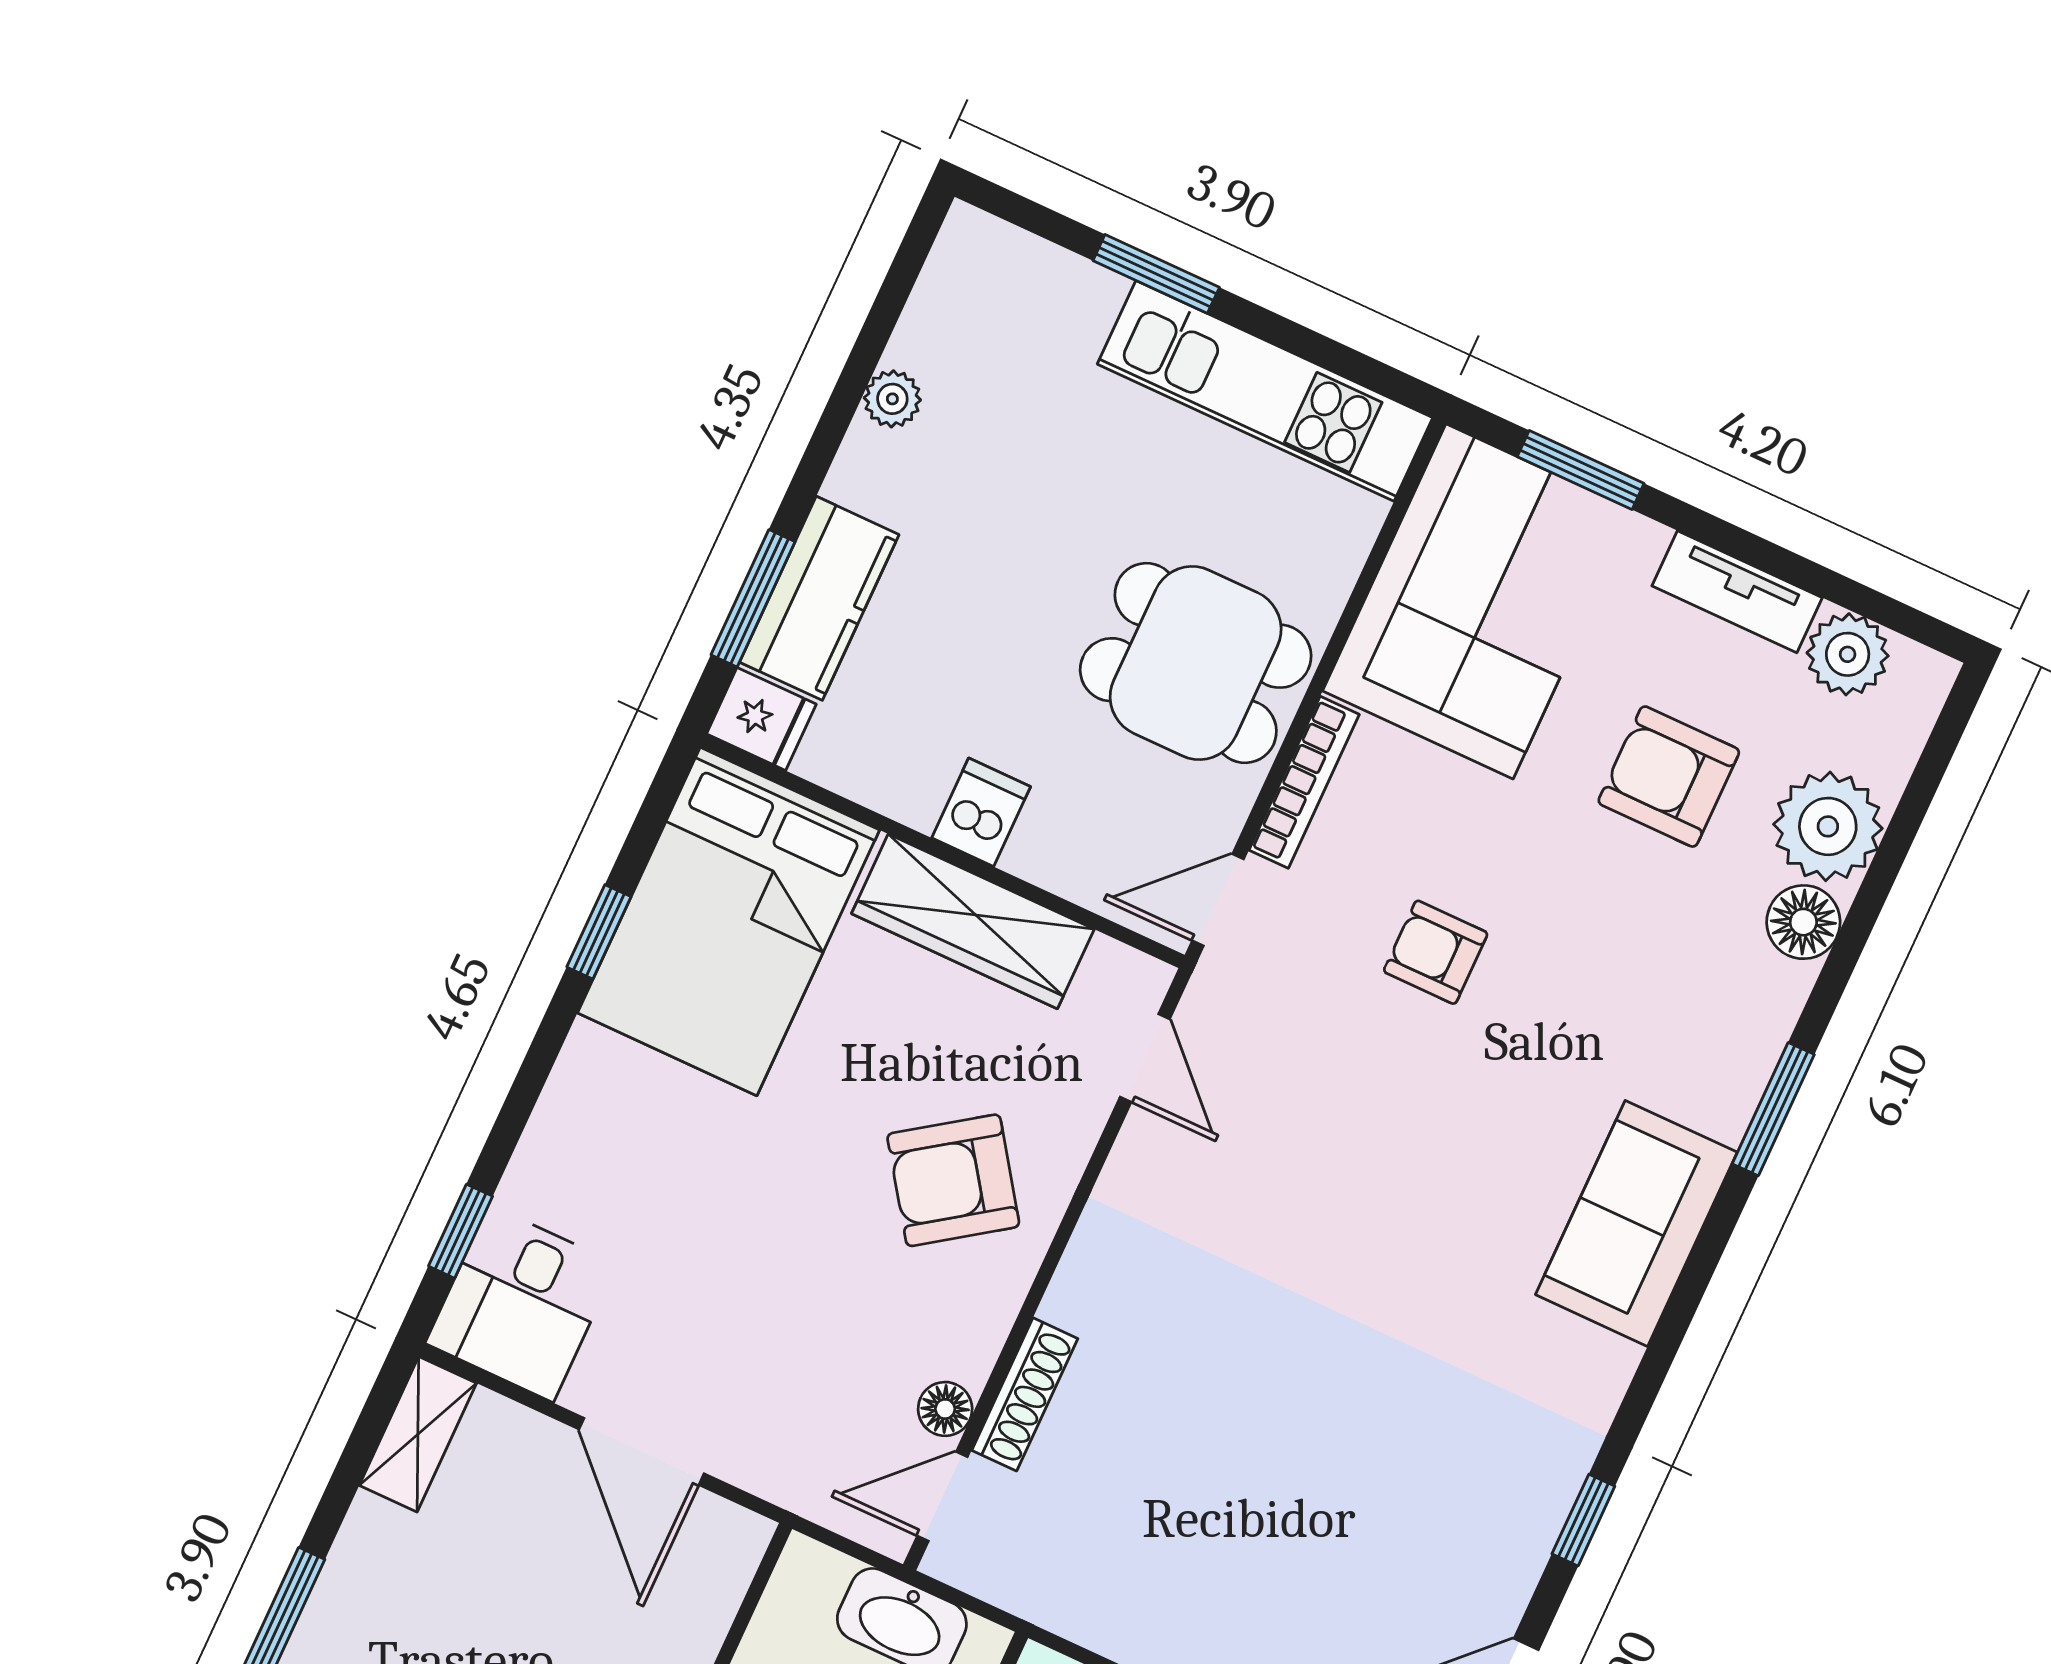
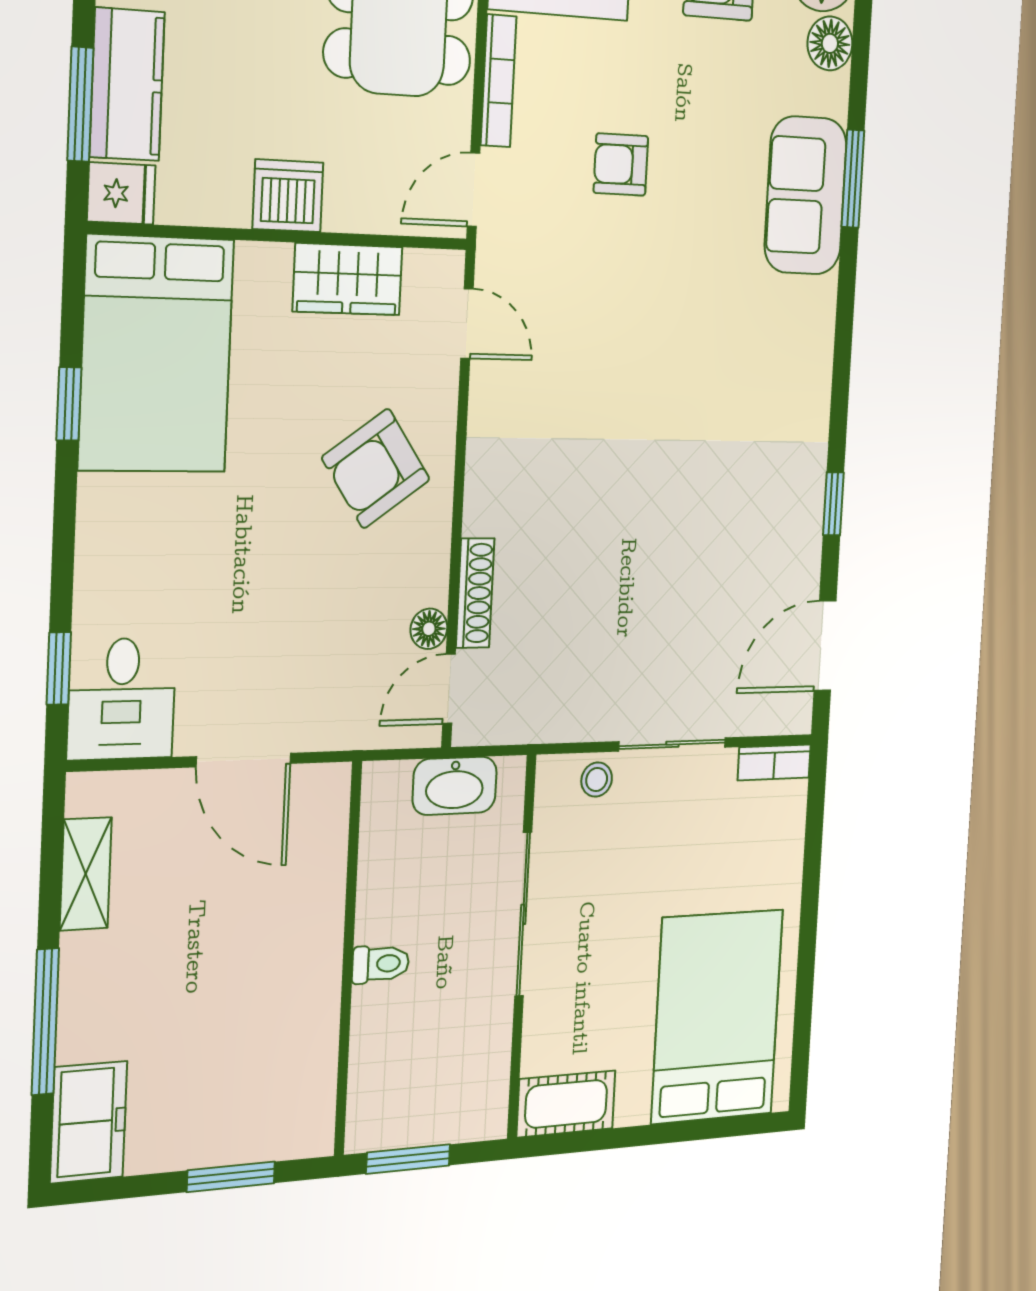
dishwasher: (981, 812) -> (288, 196), width x1.38
wardrobe: (973, 921) -> (348, 279), width x0.67
sofa: (1636, 1223) -> (806, 195), moved
shelving: (418, 1434) -> (86, 874), moved

